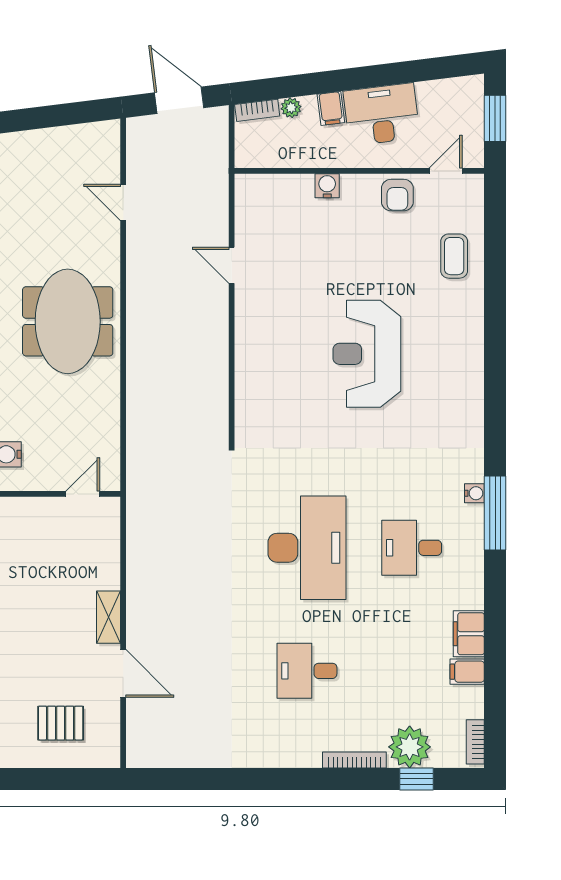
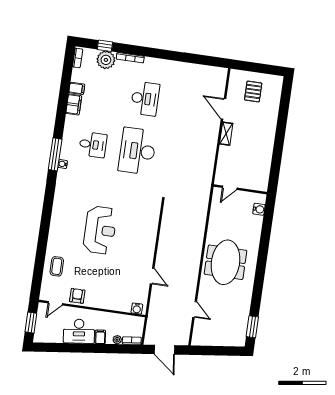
water cooler: (327, 186) -> (137, 309), moved
desk: (307, 671) -> (145, 99), width x1.37
pallet: (61, 723) -> (253, 91), turned 90

